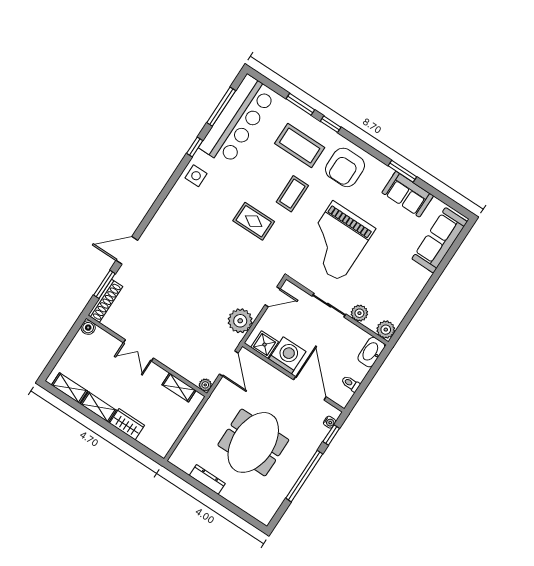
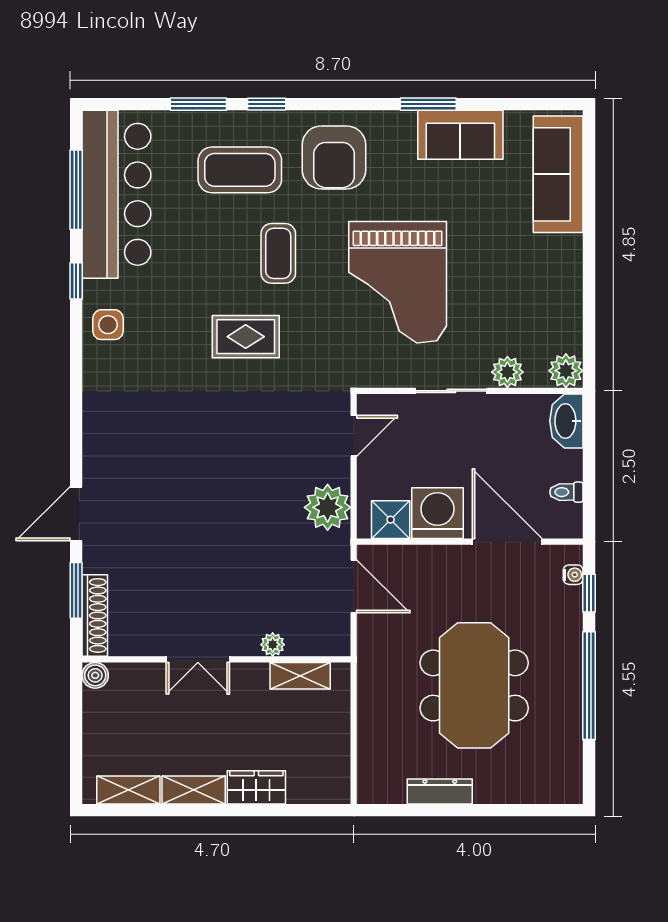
plant: (205, 385) -> (273, 645), moved

